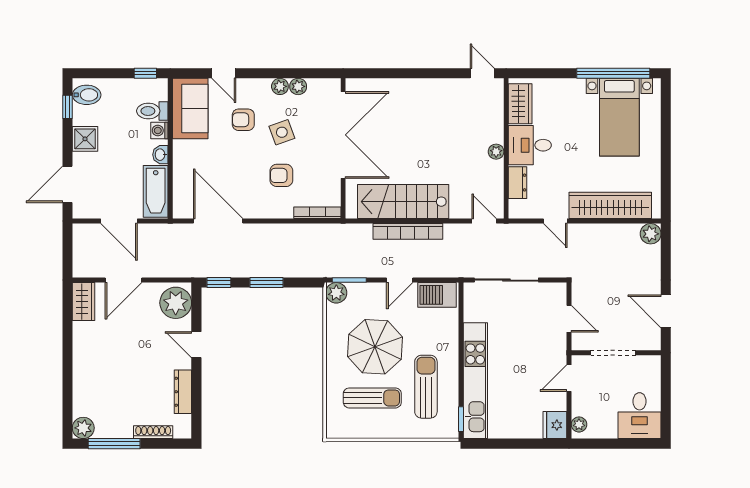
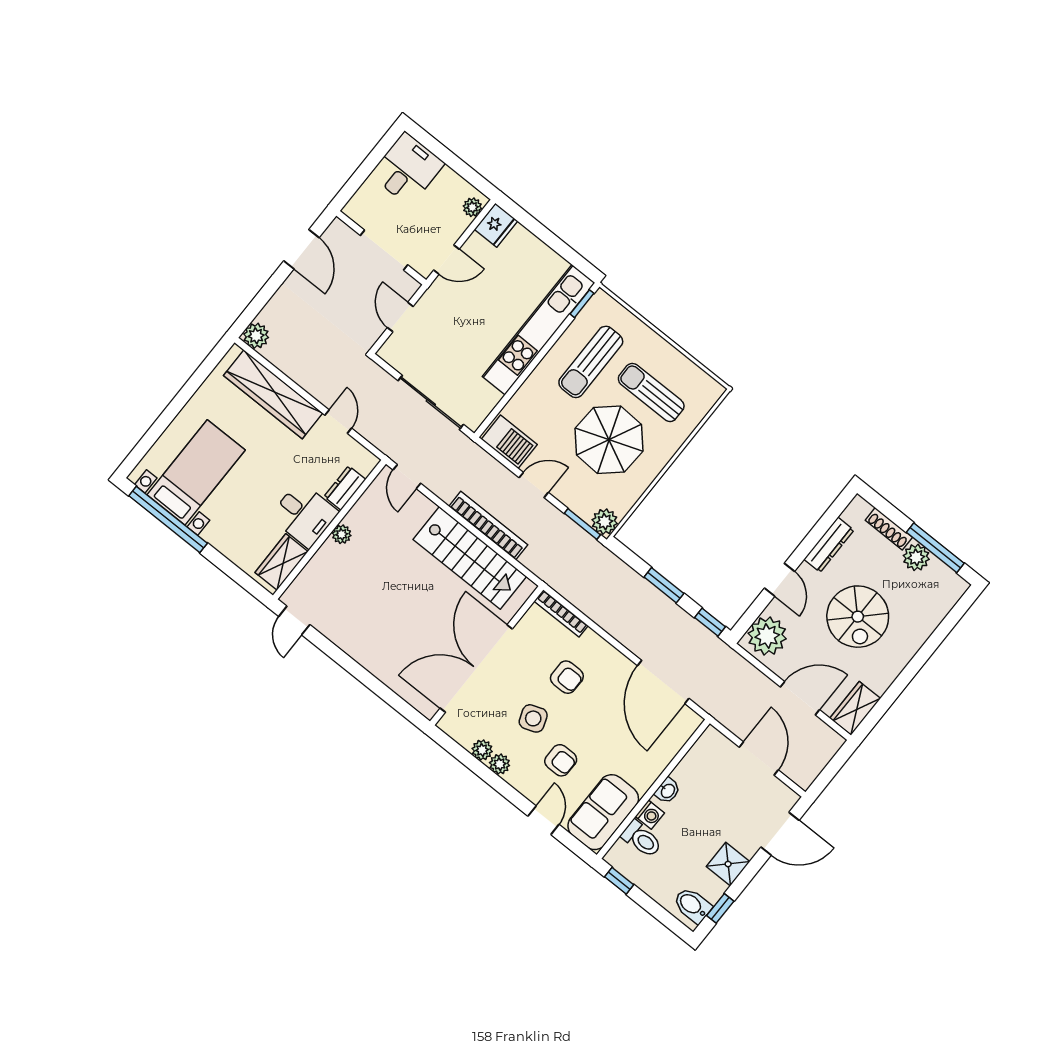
bathtub: (156, 191) -> (700, 759), removed
spiral stairs: (128, 361) -> (858, 617), added
plant: (83, 428) -> (916, 557), moved

